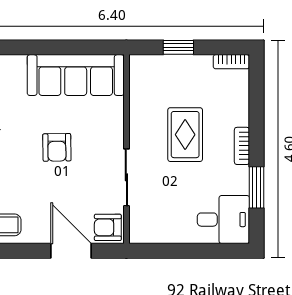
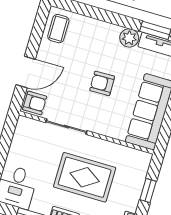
rug: (185, 135) -> (85, 177), width x1.36, depth x1.43
armchair: (108, 227) -> (35, 103), turned 90

